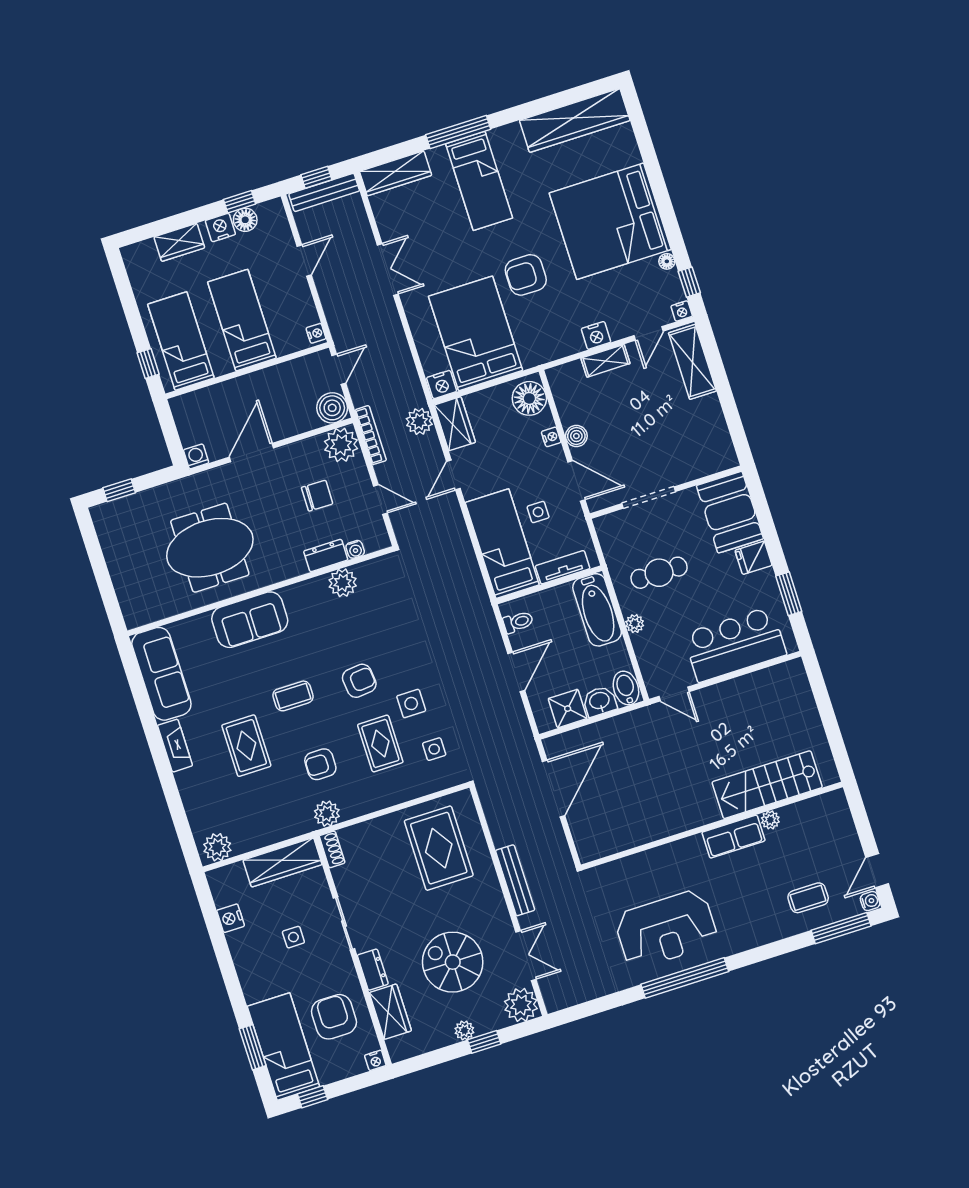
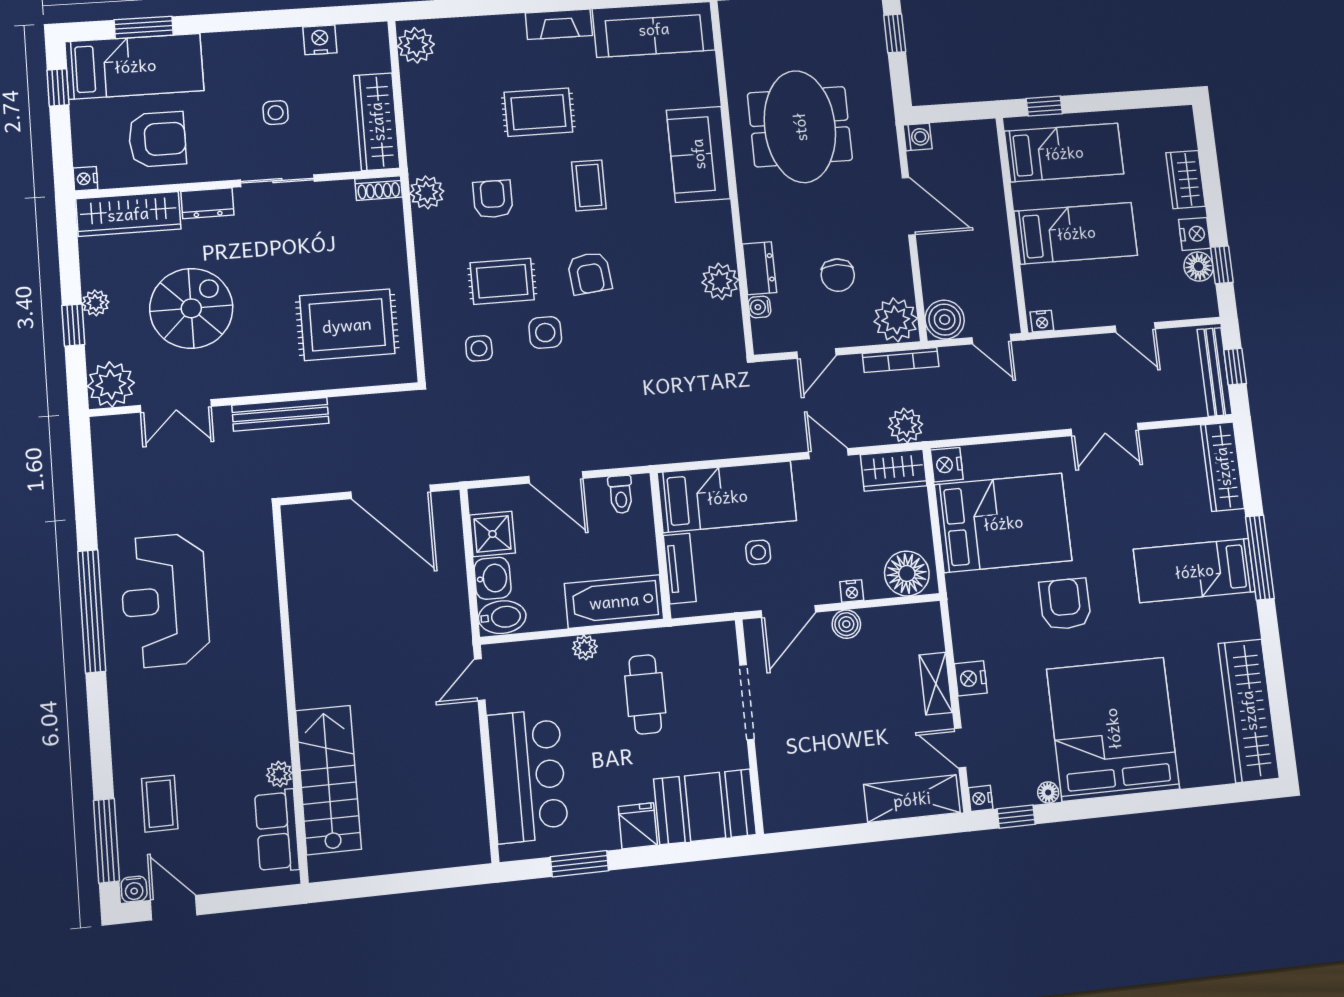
row of seats: (733, 837) -> (277, 831), moved
wardrobe: (390, 1012) -> (128, 214), width x1.50

